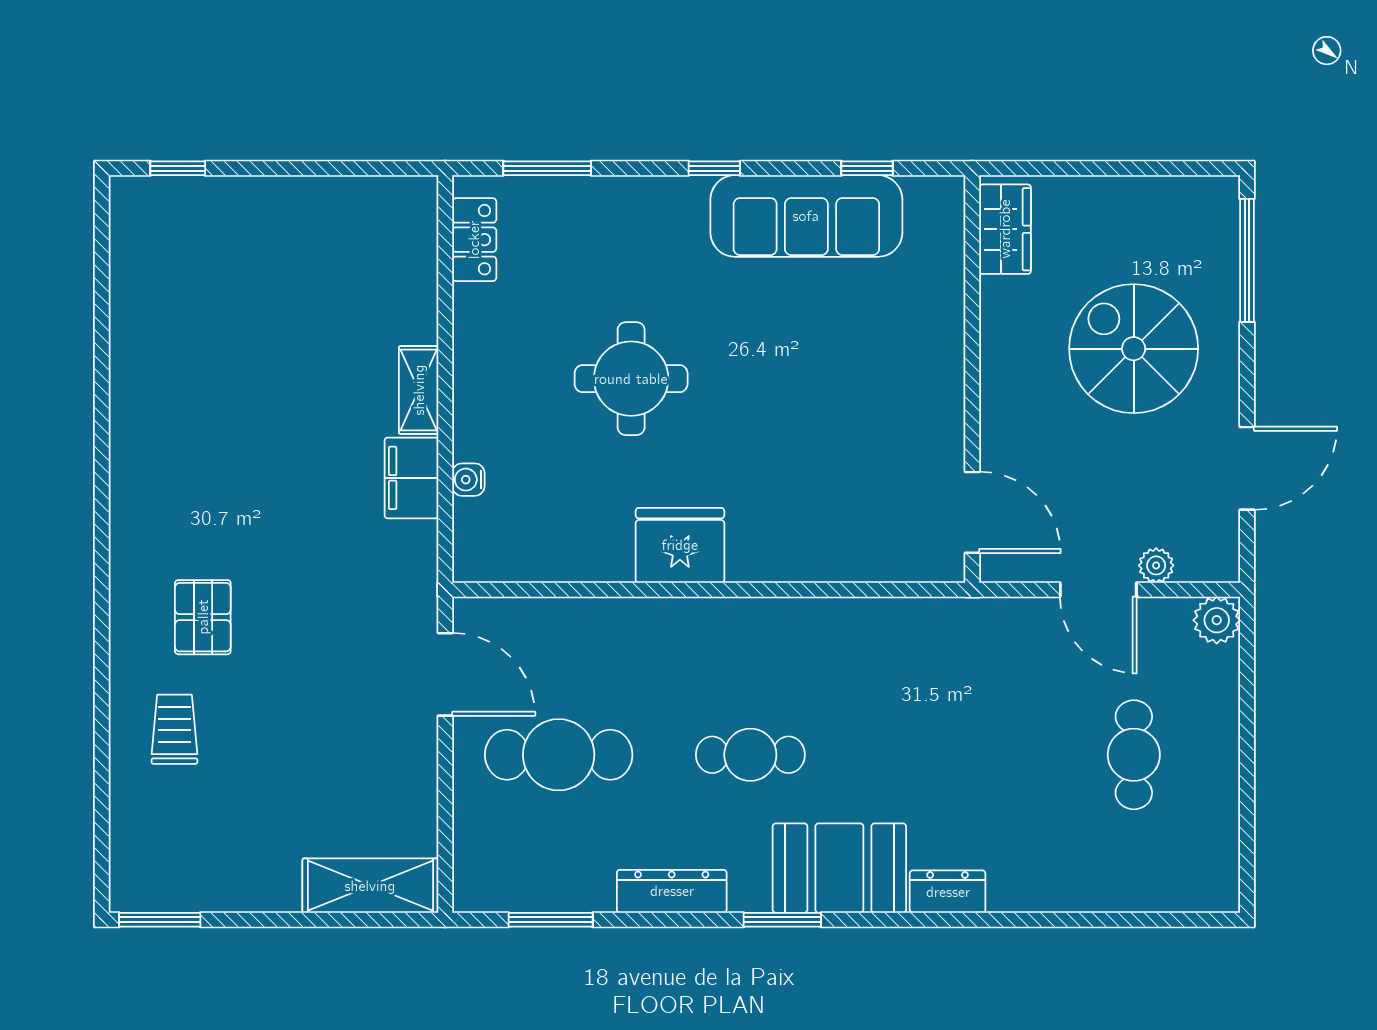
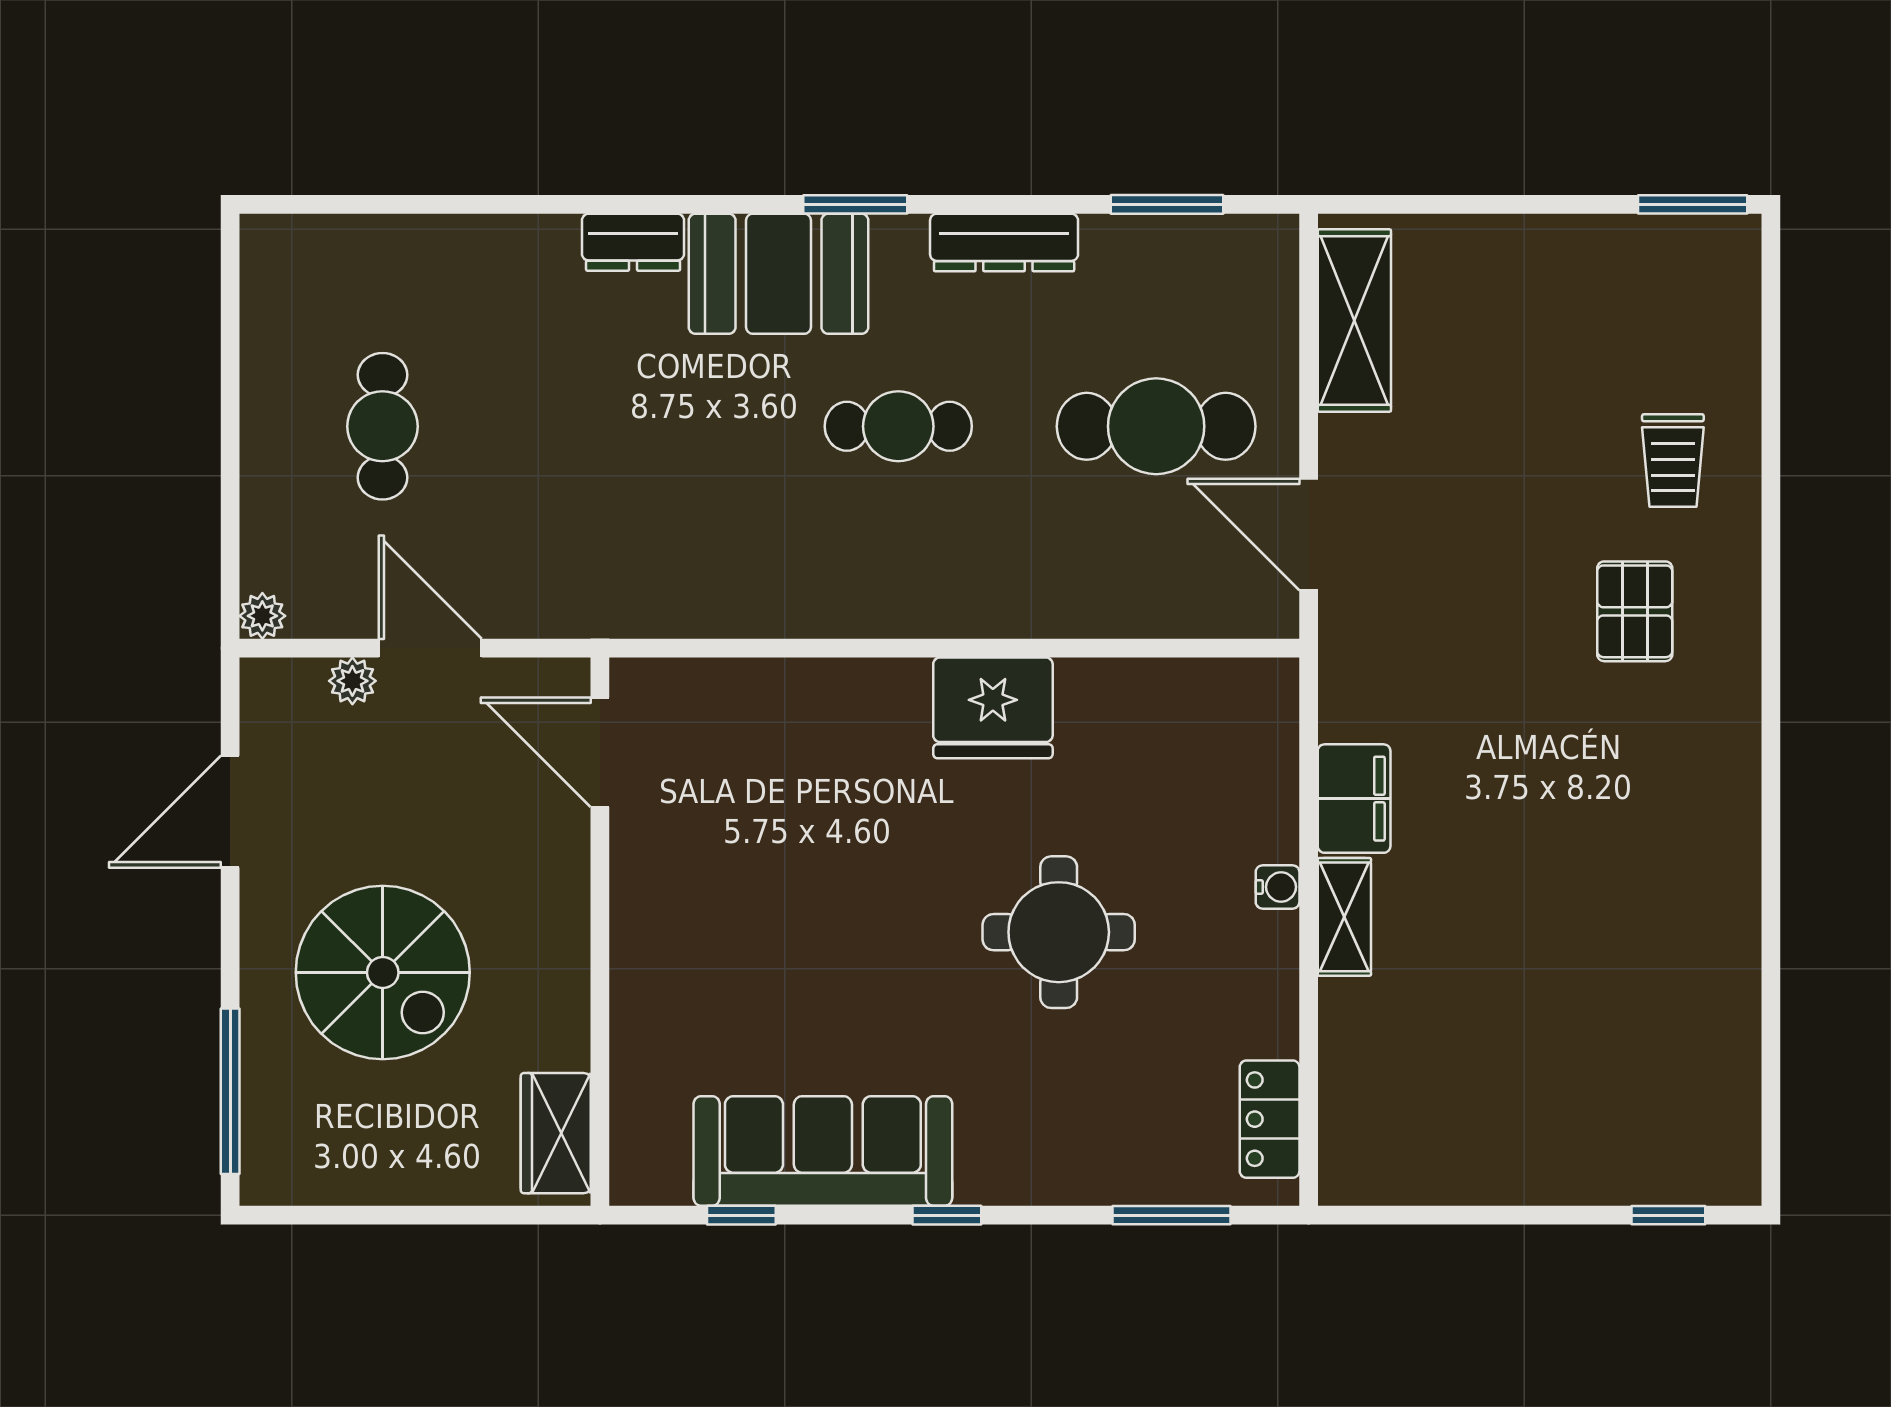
water cooler: (468, 480) -> (1278, 887), moved
plant: (1217, 620) -> (262, 616), width x0.73, depth x0.73
shelving: (370, 886) -> (1354, 321), moved, turned 90

